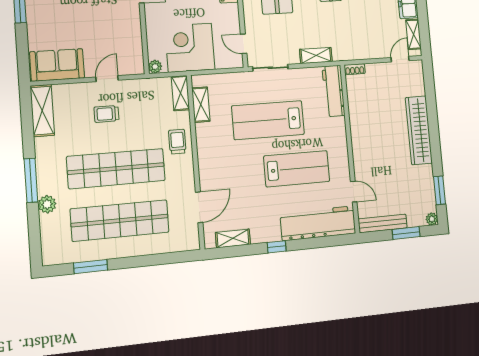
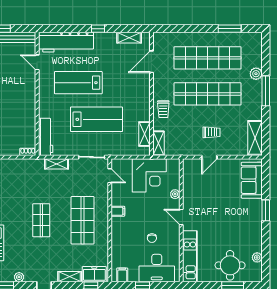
sofa: (57, 65) -> (252, 180), moved, turned 90
plant: (155, 67) -> (175, 194), moved

